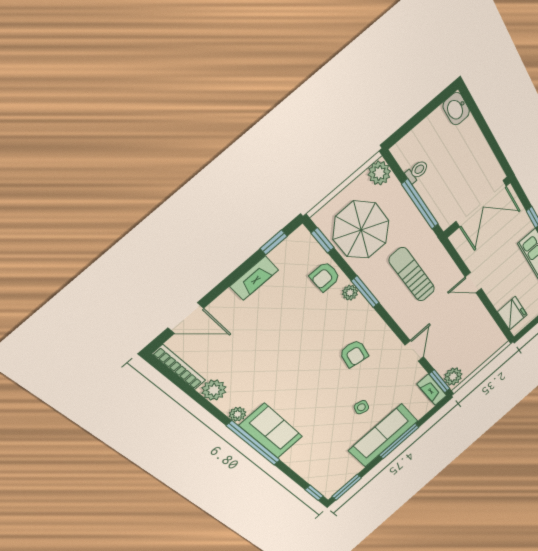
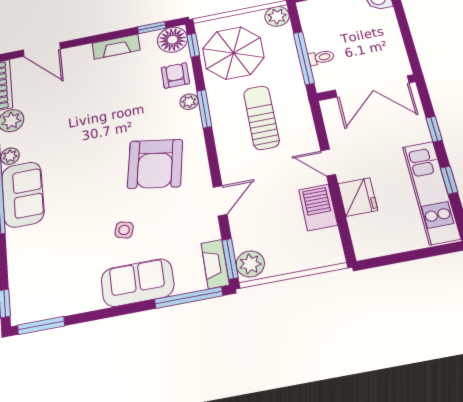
toilet: (417, 171) -> (321, 57), moved
floor lamp: (301, 245) -> (173, 40), added
armchair: (325, 277) -> (175, 75), turned 90
fridge: (512, 313) -> (358, 197), moved
barbecue: (479, 317) -> (318, 207), added
armchair: (354, 354) -> (155, 164), width x1.88, depth x1.88
sofa: (383, 436) -> (138, 283), width x0.73
window: (399, 441) -> (189, 298), moved

